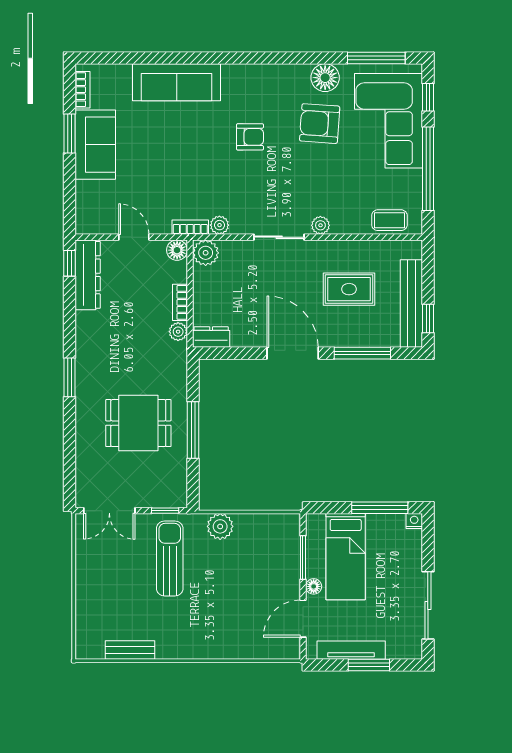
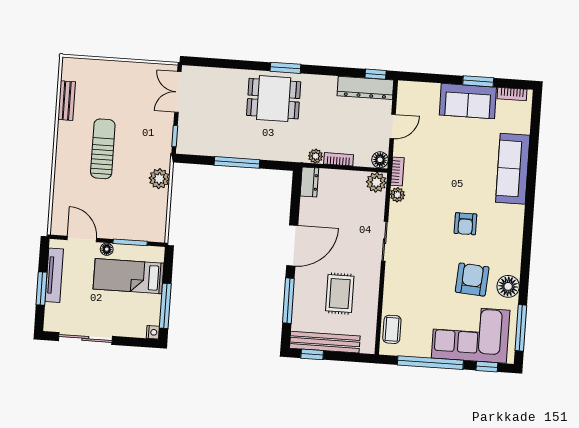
plant: (320, 225) -> (392, 275), removed
dining table: (138, 423) -> (274, 99), moved, turned 90
sun lounger: (170, 558) -> (103, 149), moved, turned -90

